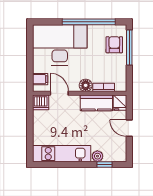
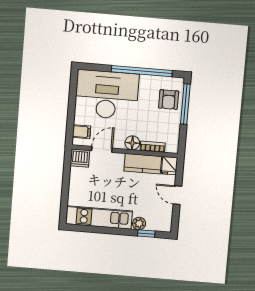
armchair: (114, 45) -> (169, 100), turned 180
door: (59, 93) -> (102, 149), hinge flipped

